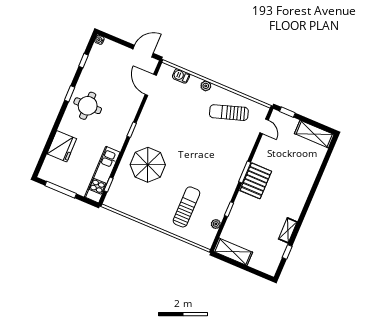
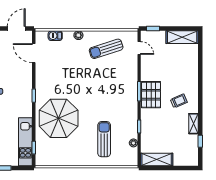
parasol: (148, 165) -> (59, 118), width x1.36, depth x1.36
trolley: (282, 200) -> (179, 101), added

